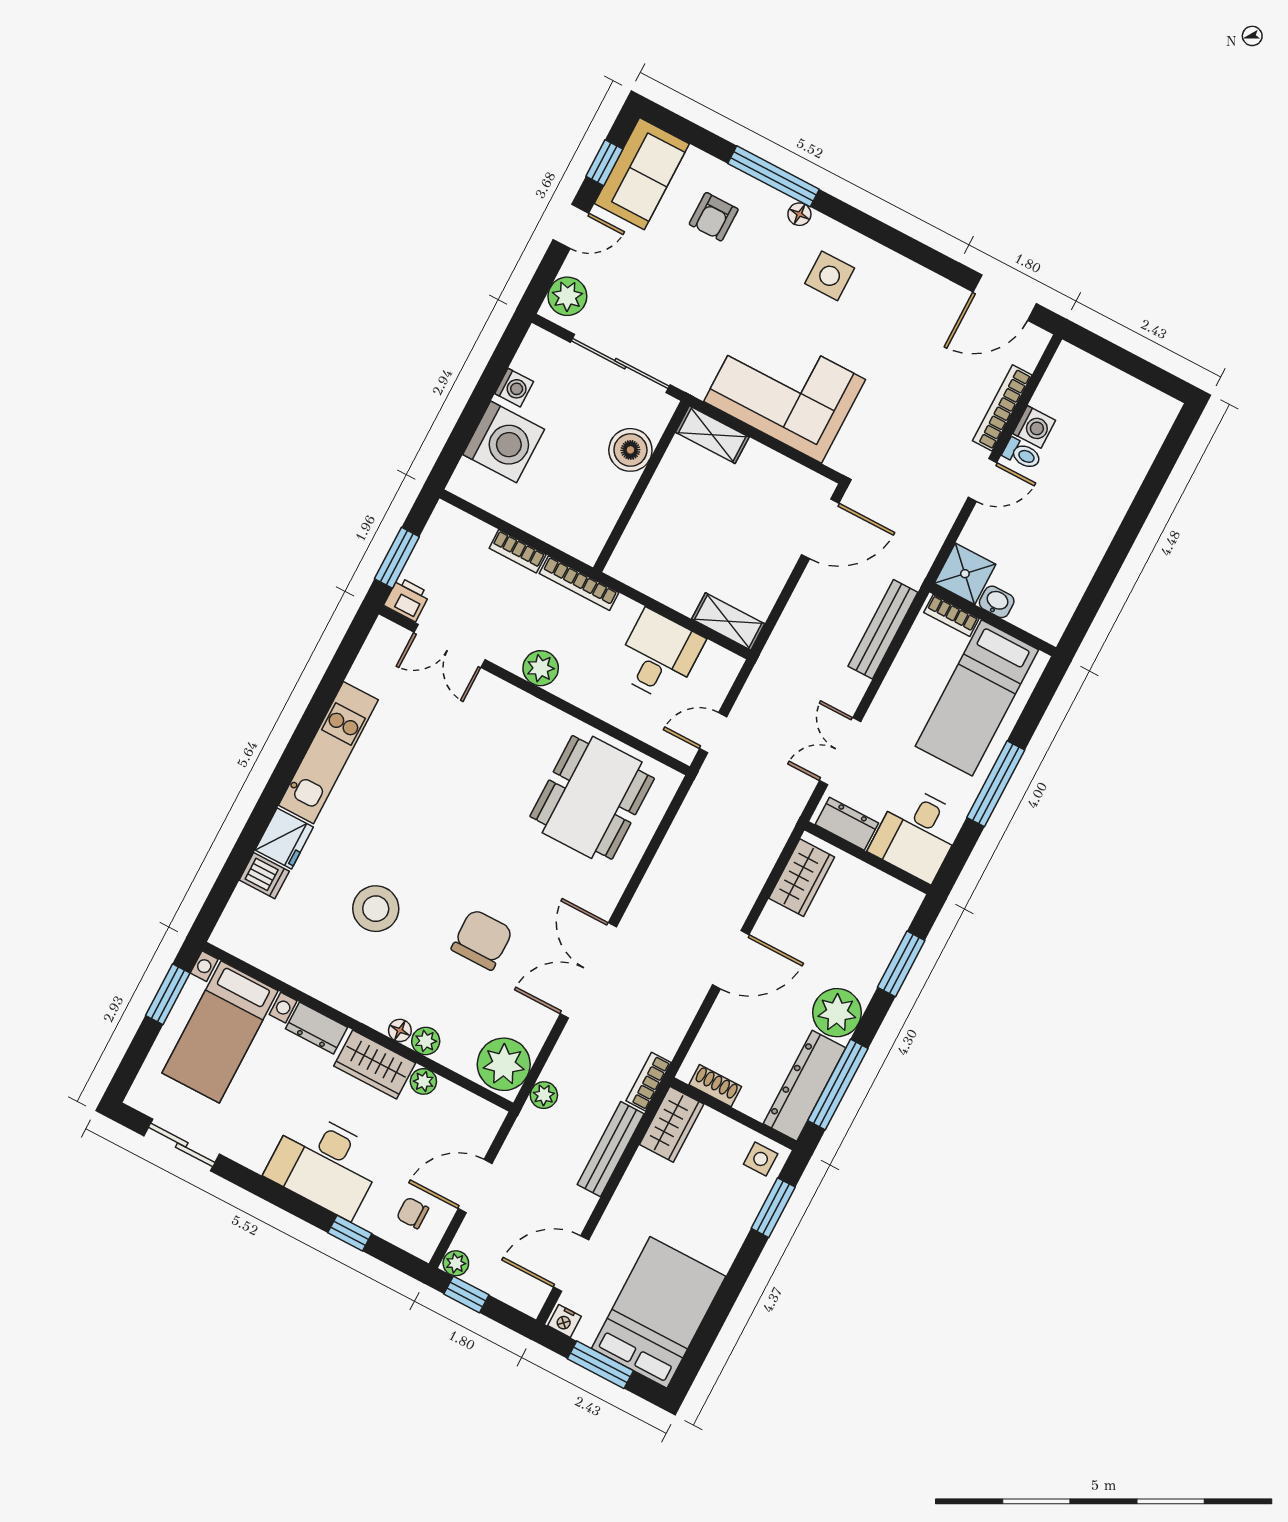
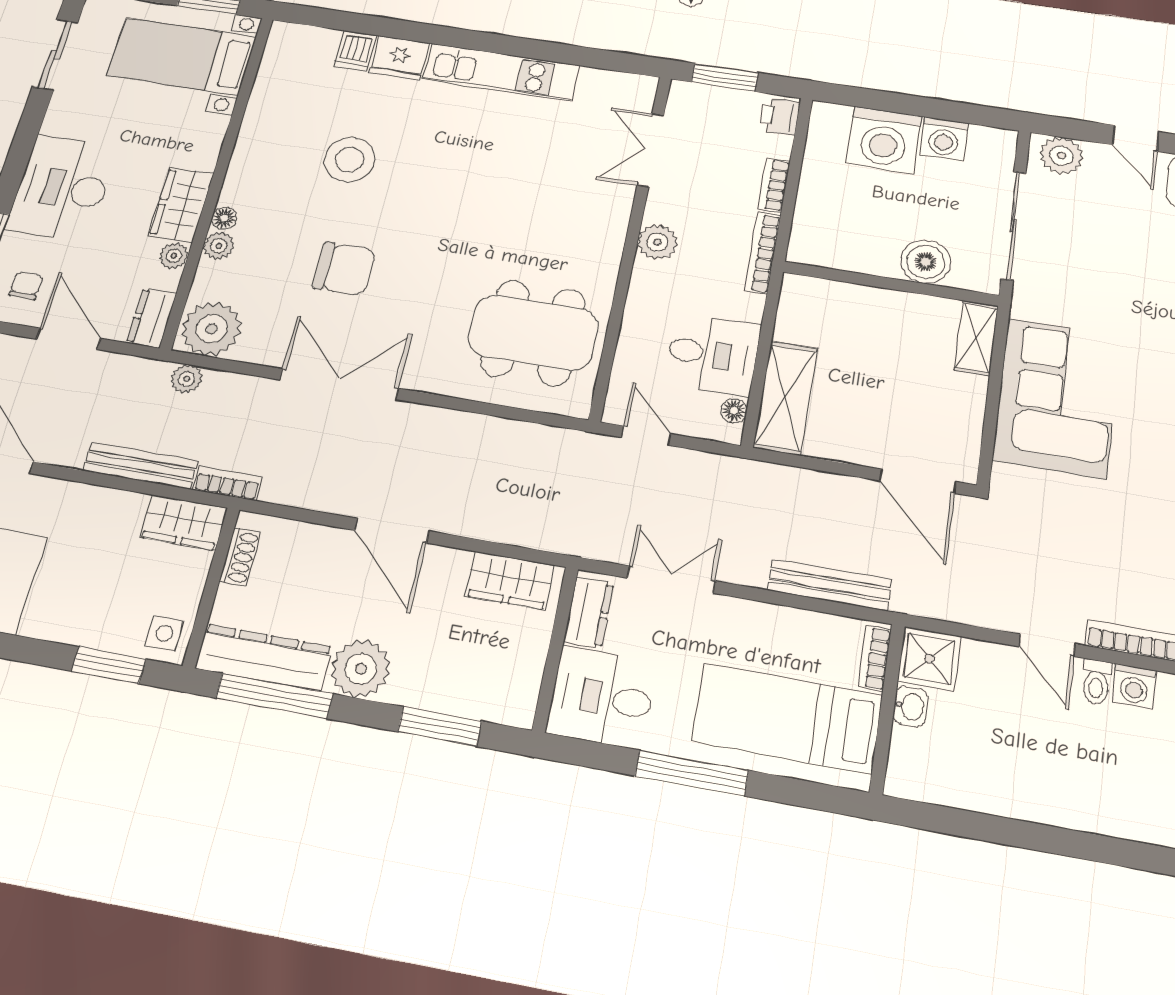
washing machine: (514, 388) -> (944, 139), width x1.38, depth x1.38
printer: (407, 599) -> (780, 116), moved, turned 180
shelving: (728, 621) -> (785, 398), width x1.50, depth x1.33
floor lamp: (714, 655) -> (734, 411), added
dresser: (316, 1028) -> (152, 318), moved

